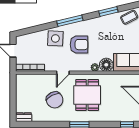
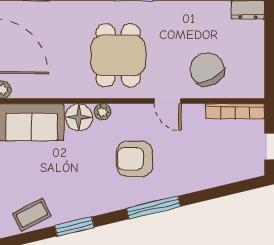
side table: (55, 38) -> (183, 171), removed
door: (63, 73) -> (168, 101), swing flipped
chair: (55, 100) -> (207, 69), moved

